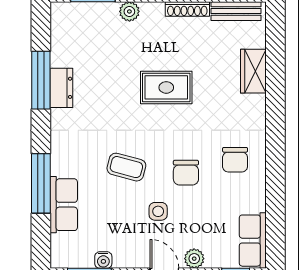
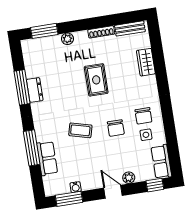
rug: (166, 87) -> (96, 80), turned 90
side table: (158, 211) -> (146, 135), moved

